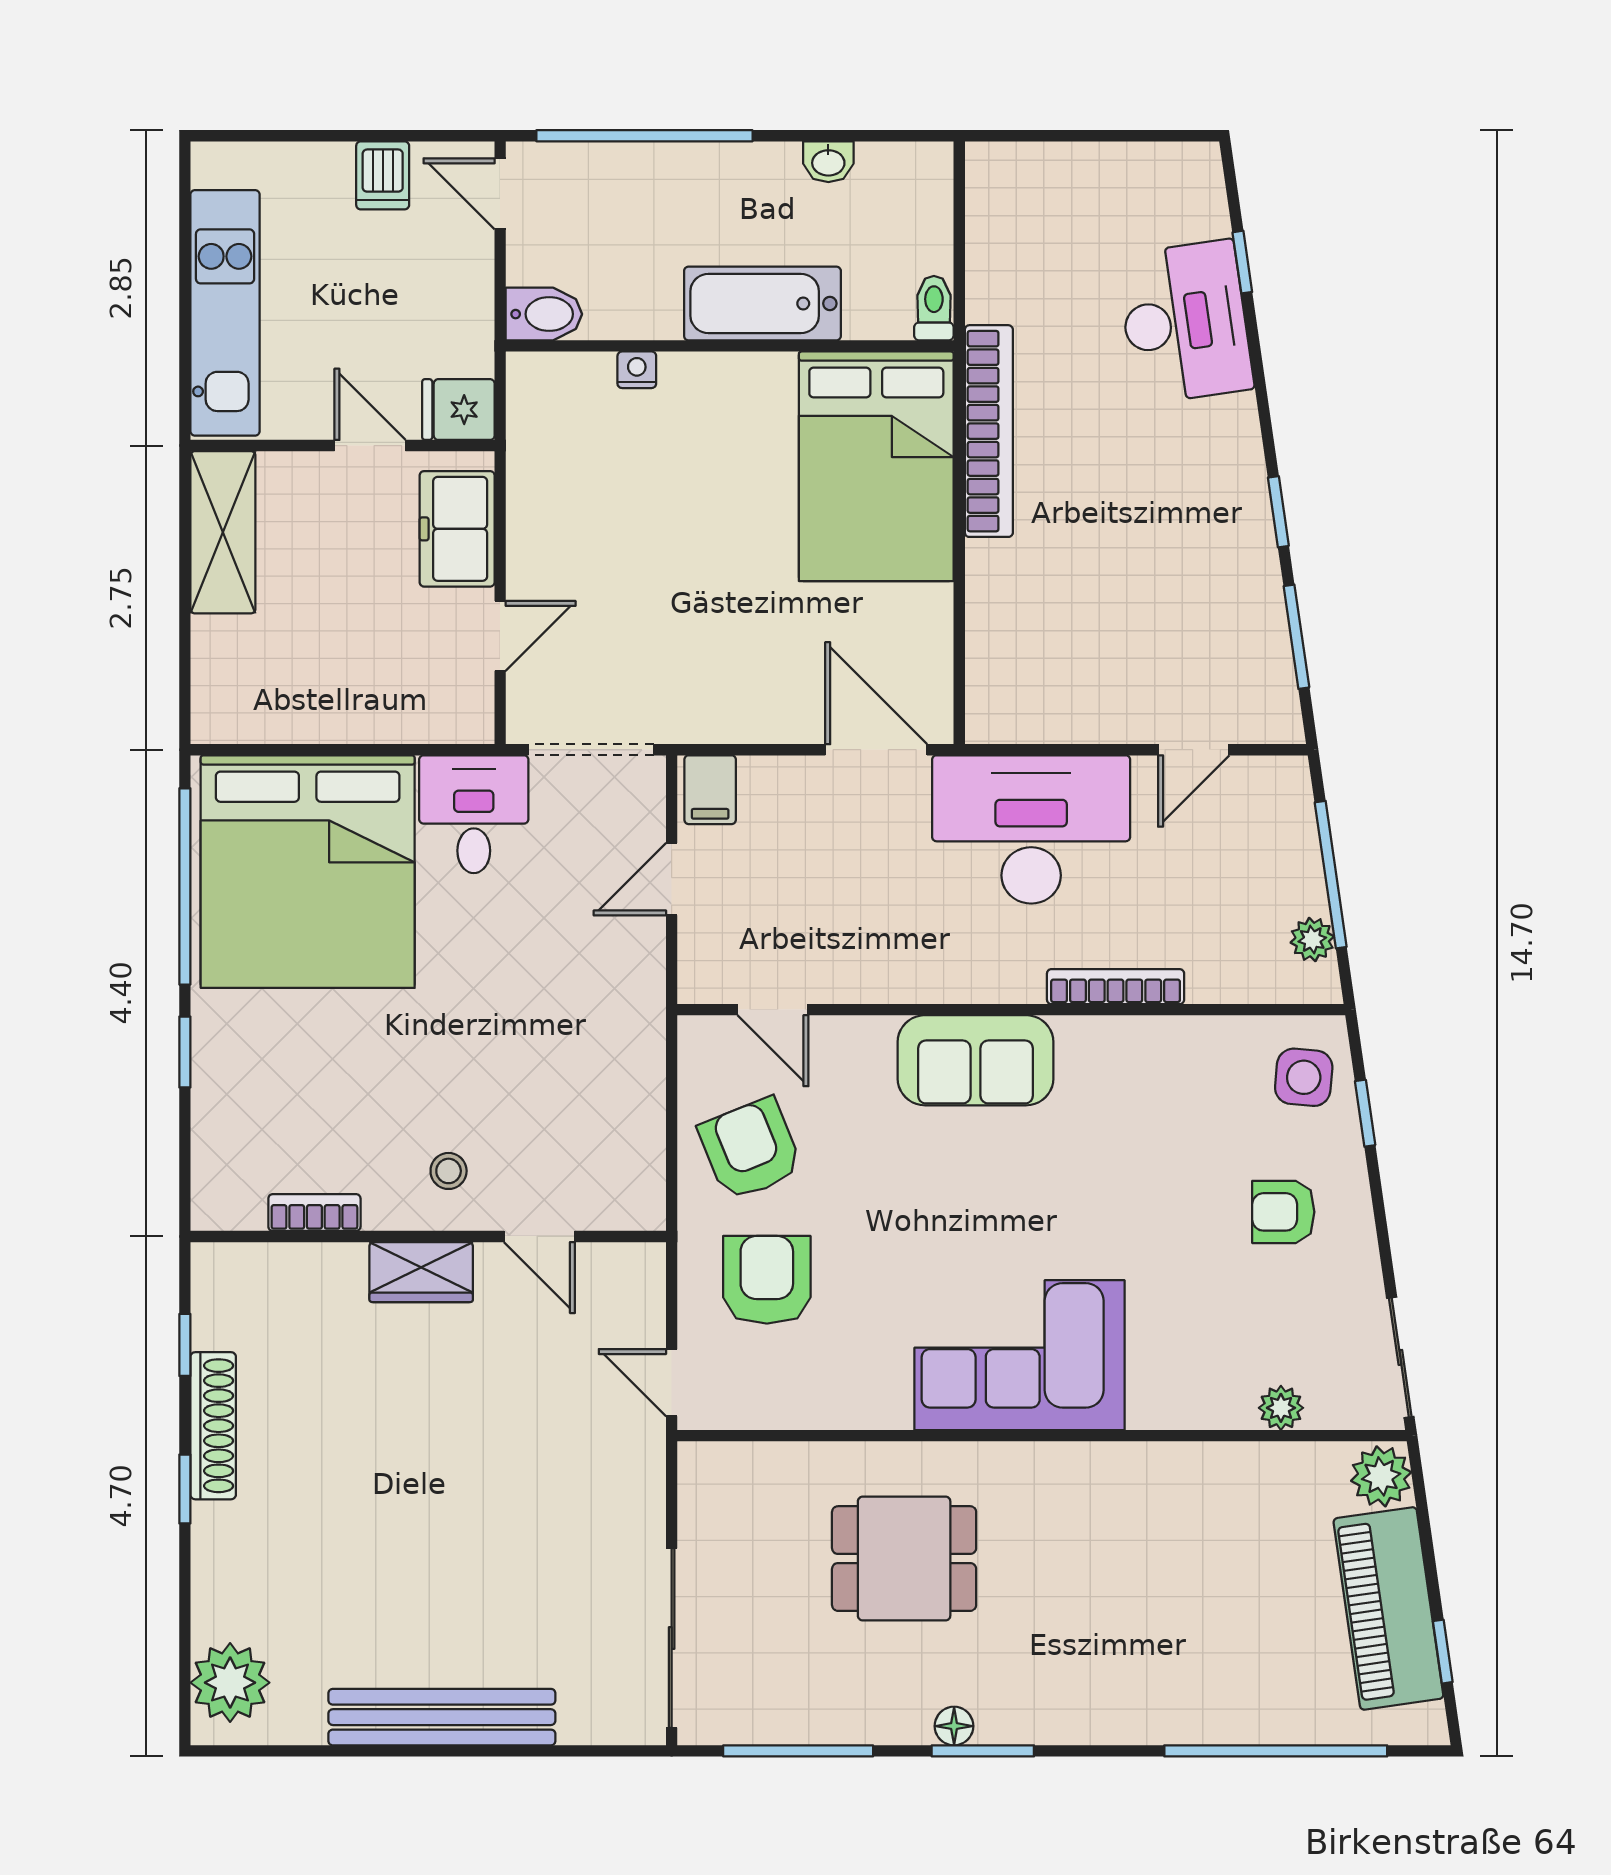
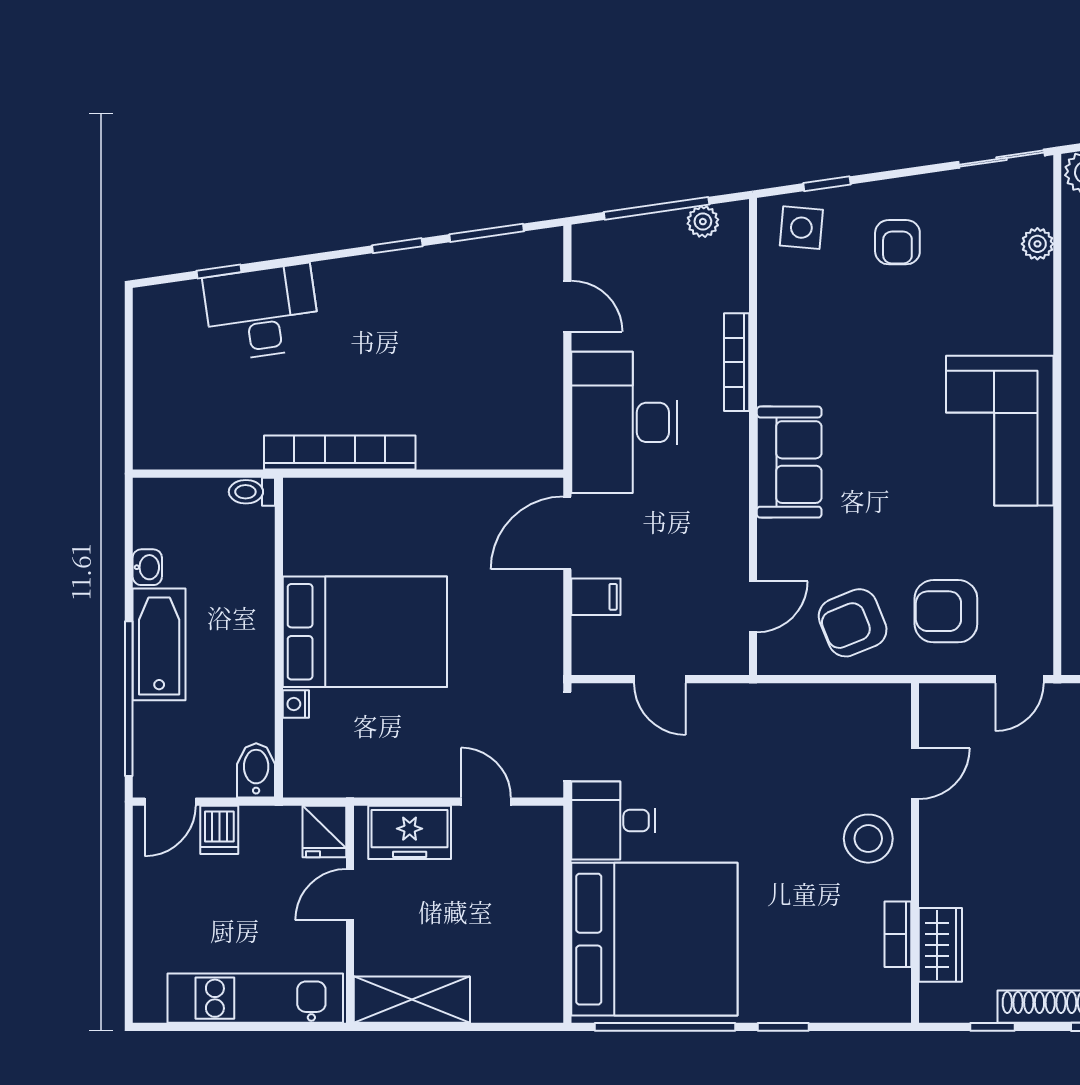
dishwasher: (383, 175) -> (219, 830), moved, turned 90
bathtub: (762, 303) -> (159, 644), moved, turned 180
bed: (876, 466) -> (365, 632), moved
filing cabinet: (710, 790) -> (596, 597), moved
stool: (449, 1171) -> (868, 839), width x1.89, depth x1.89
wardrobe: (421, 1272) -> (940, 945), moved

